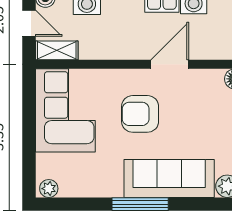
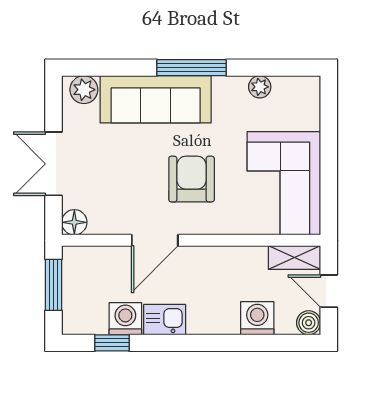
armchair: (140, 114) -> (192, 179), turned -90
plant: (49, 189) -> (260, 87), moved

